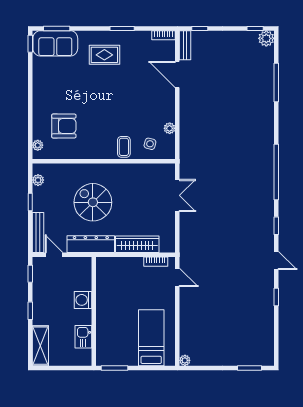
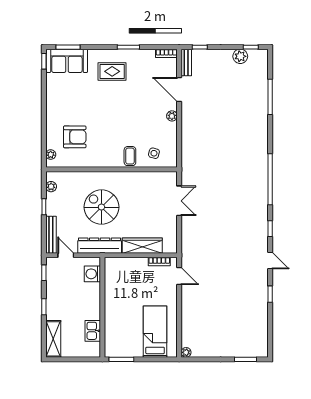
plant: (266, 38) -> (240, 56), moved
plant: (170, 128) -> (172, 116), moved
washing machine: (83, 300) -> (92, 274), moved

